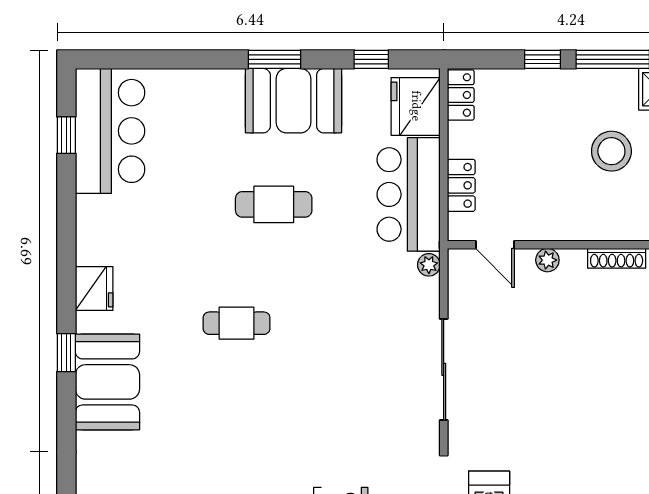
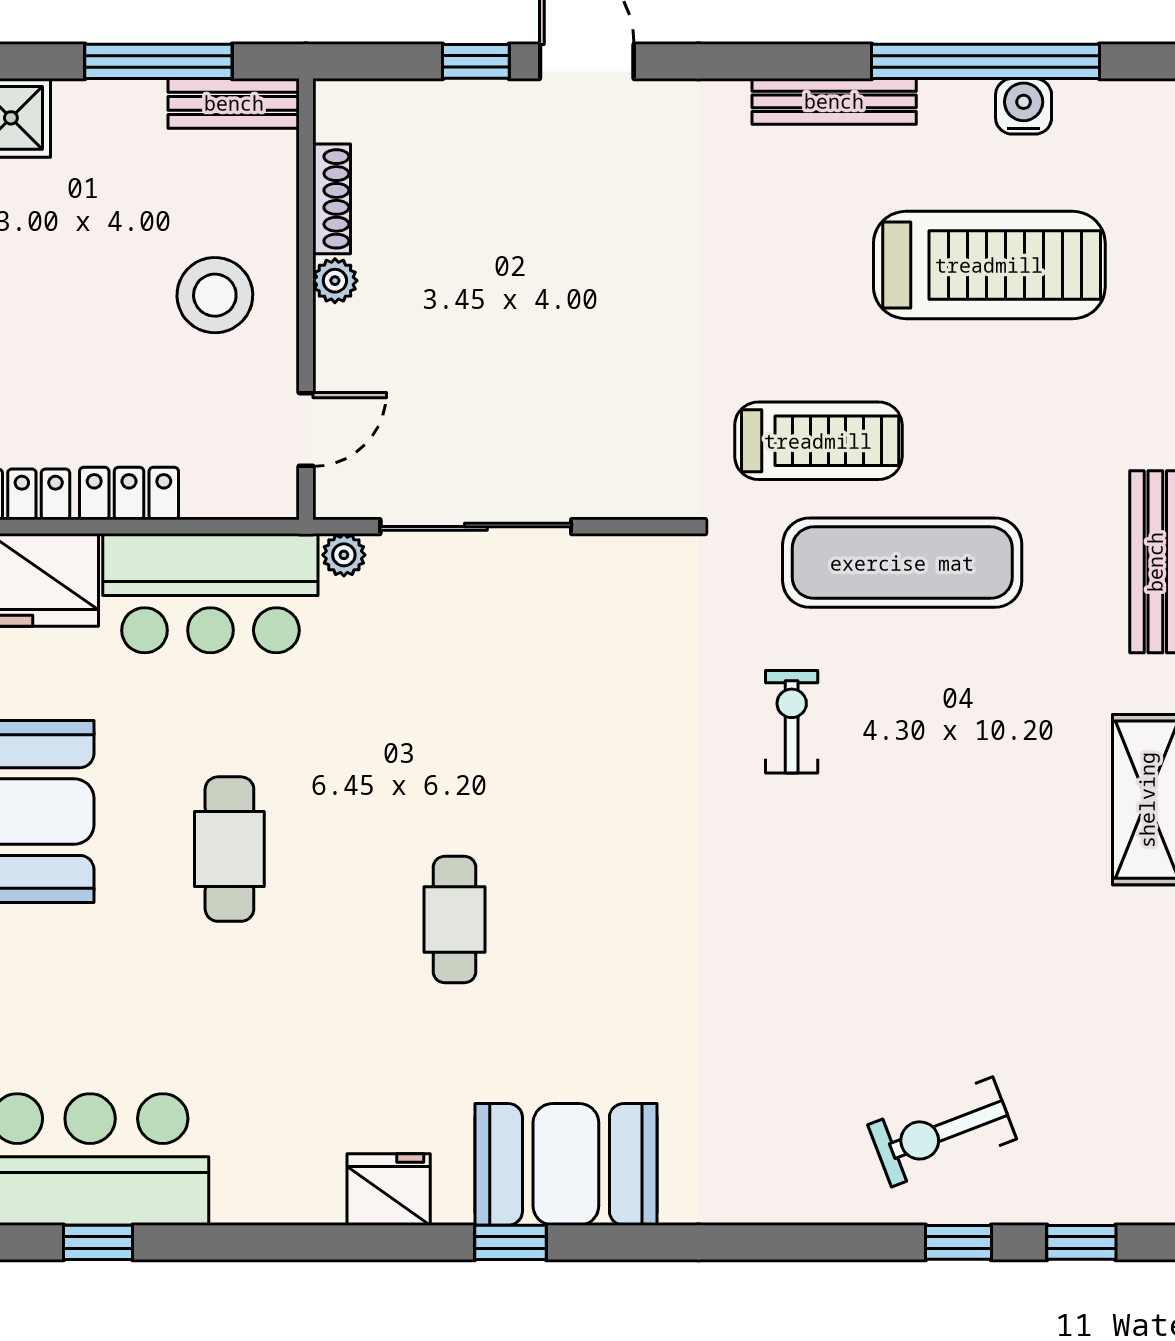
stool: (611, 151) -> (215, 295), moved
locker: (461, 185) -> (129, 493), moved
plant: (547, 260) -> (335, 281), moved
sliding door: (444, 369) -> (476, 527), moved

